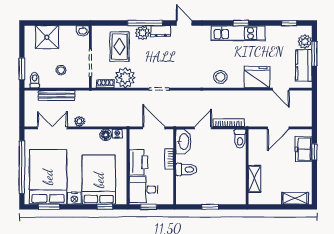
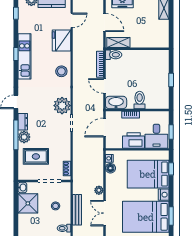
shower: (47, 37) -> (28, 203), moved
plant: (125, 78) -> (62, 106), moved
shelving: (254, 179) -> (118, 43), moved

